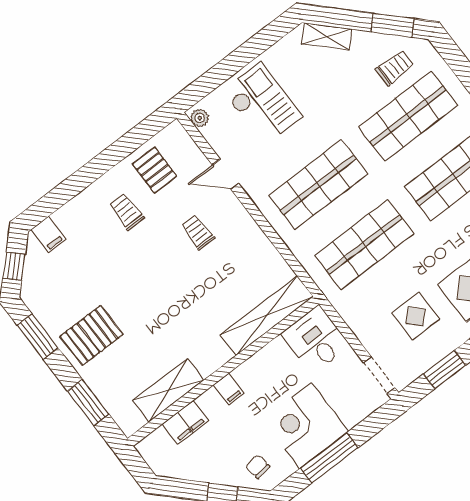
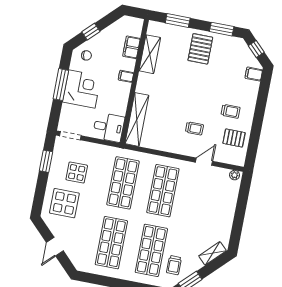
checkout: (262, 104) -> (214, 203), removed

